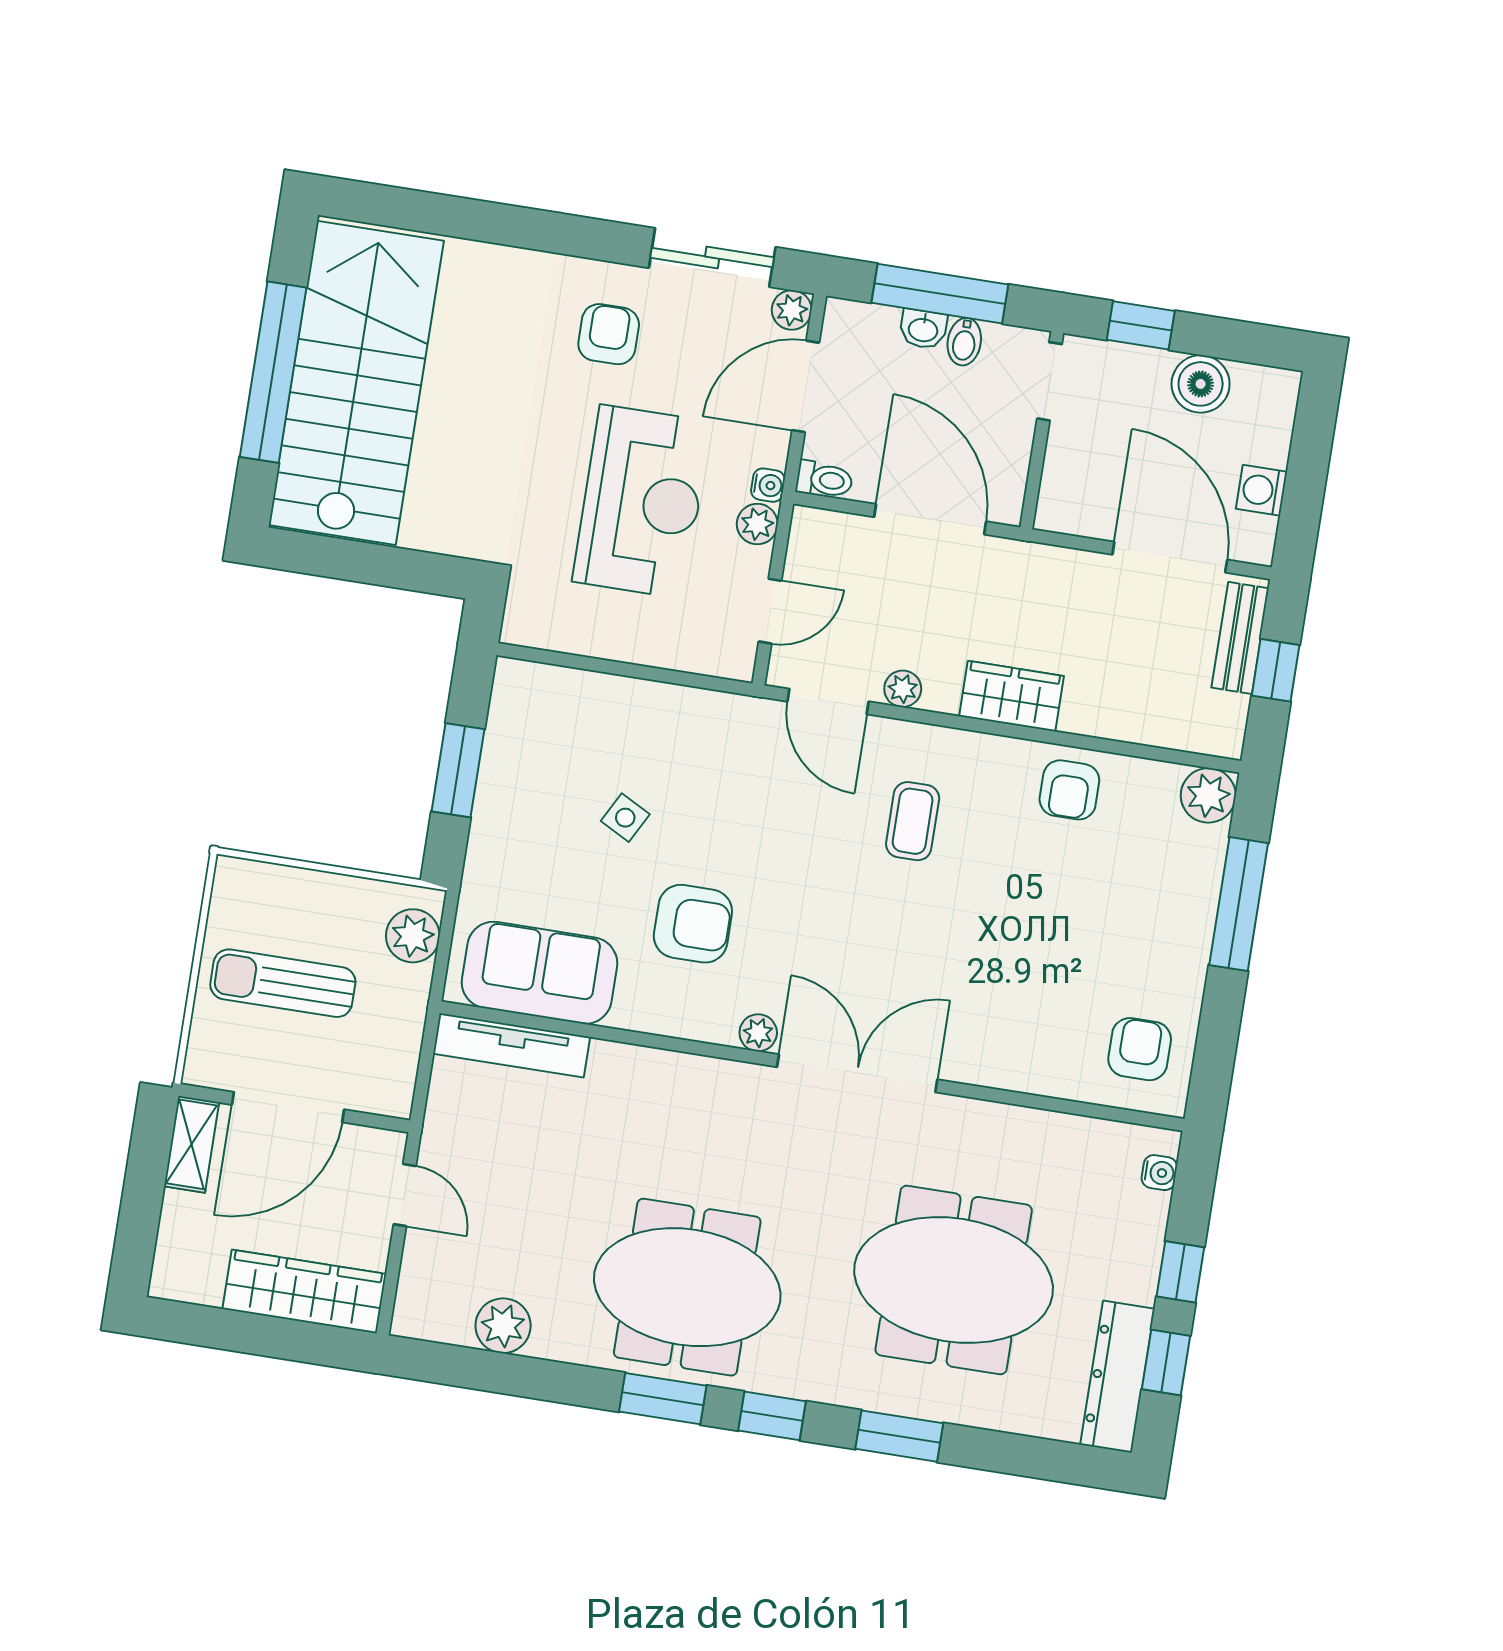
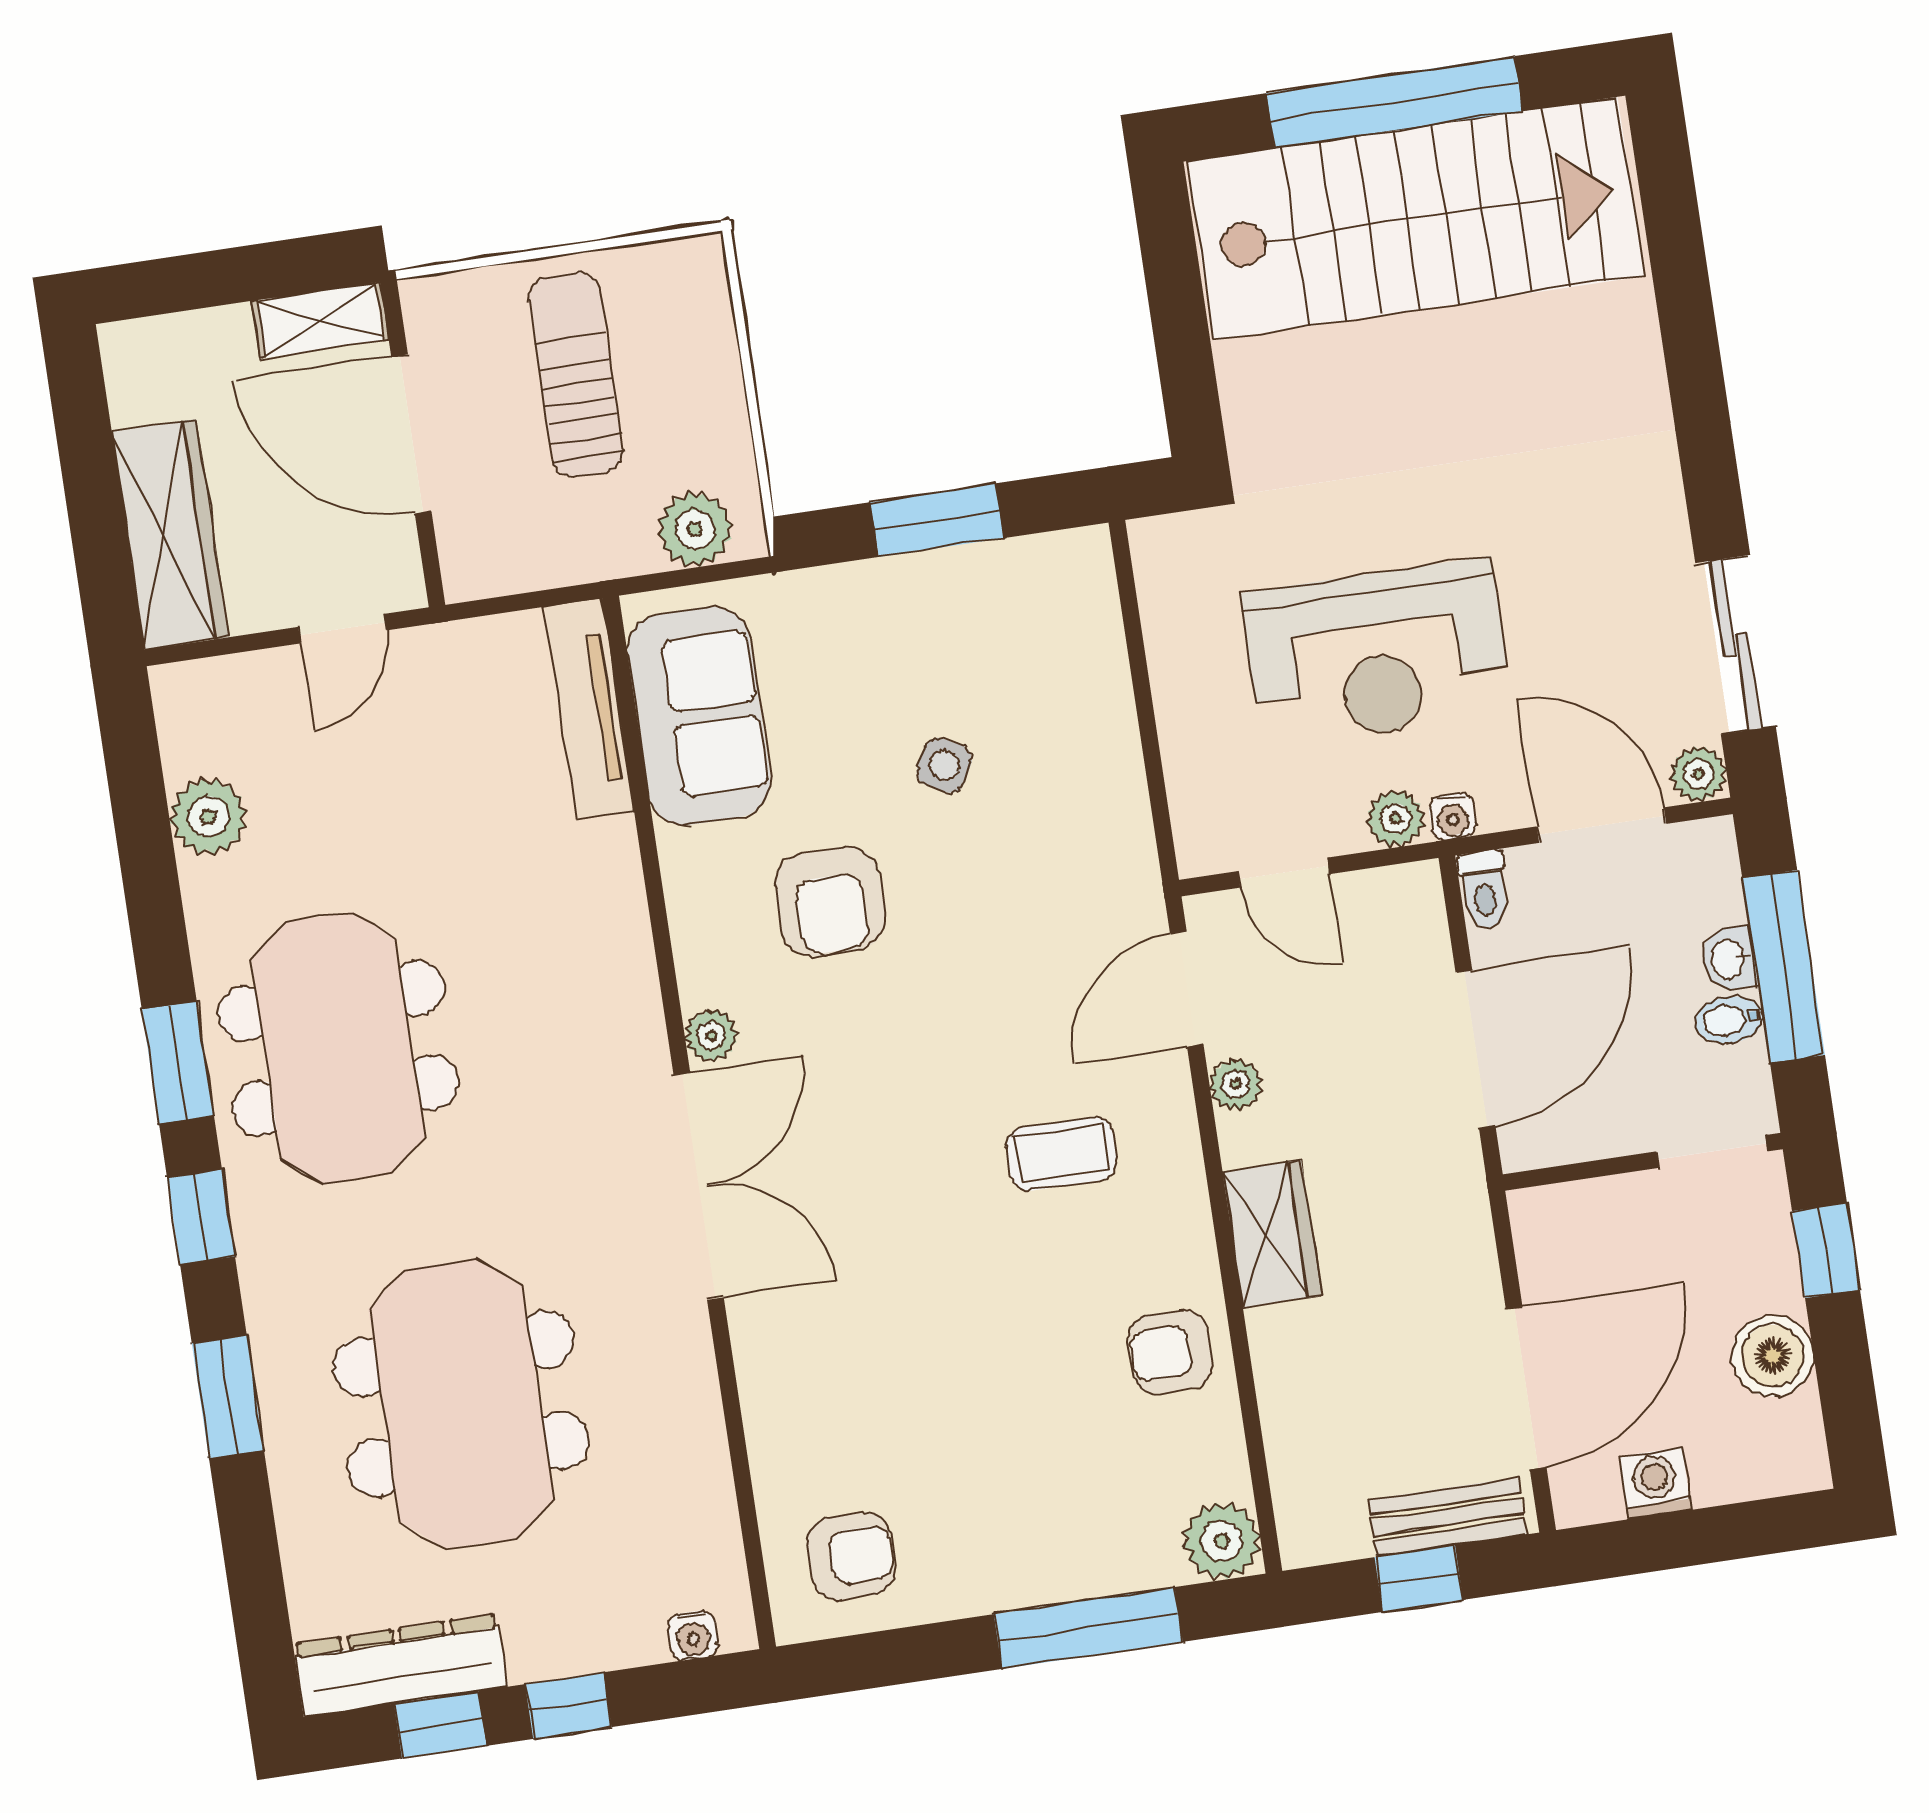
armchair: (609, 334) -> (1588, 538), removed

